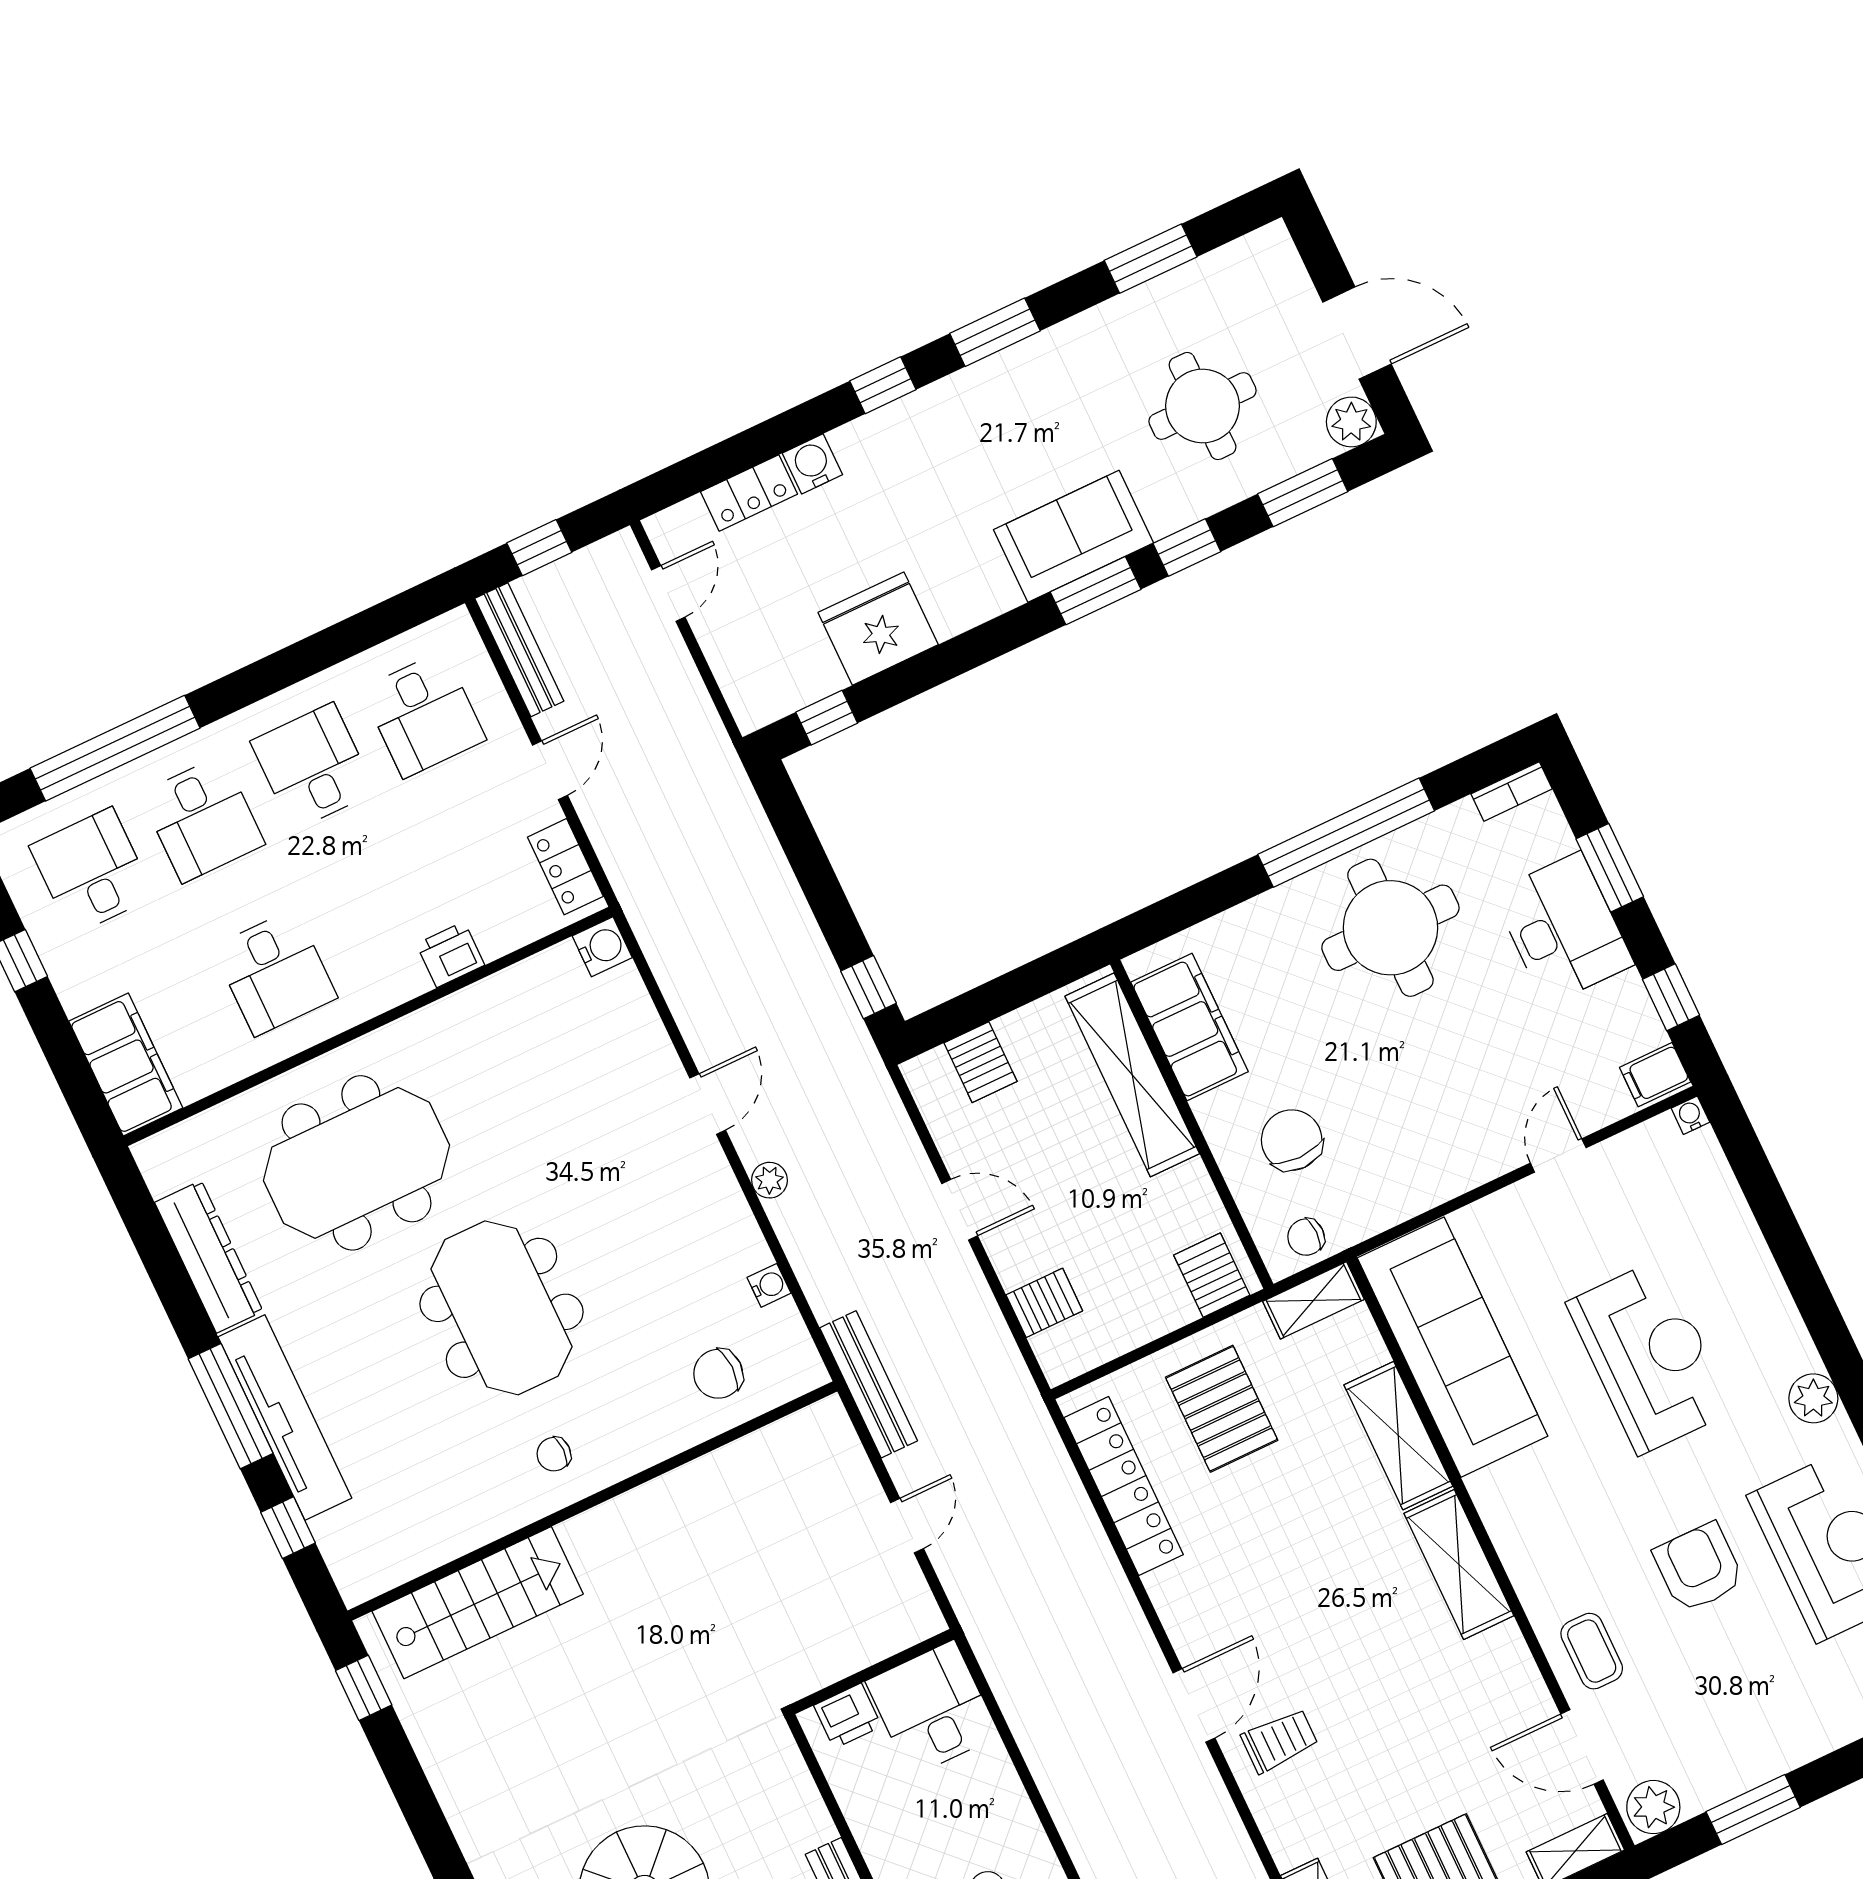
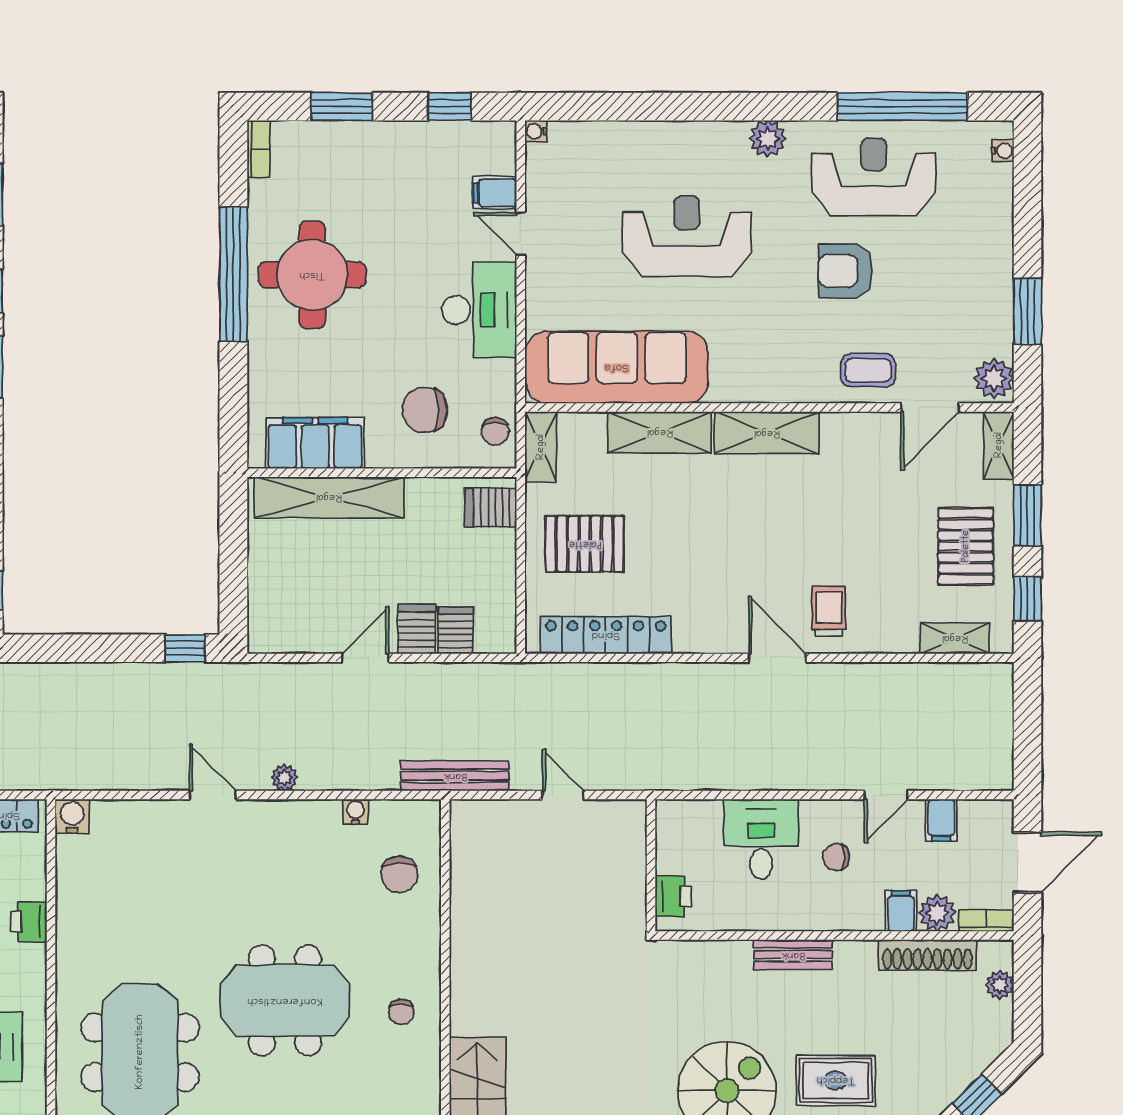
desk: (1563, 928) -> (479, 310), moved, turned 90
server rack: (981, 1062) -> (417, 629), moved, turned -90
filing cabinet: (1655, 1075) -> (495, 193), moved, turned 90
desk: (932, 1708) -> (761, 839), moved, turned 90

